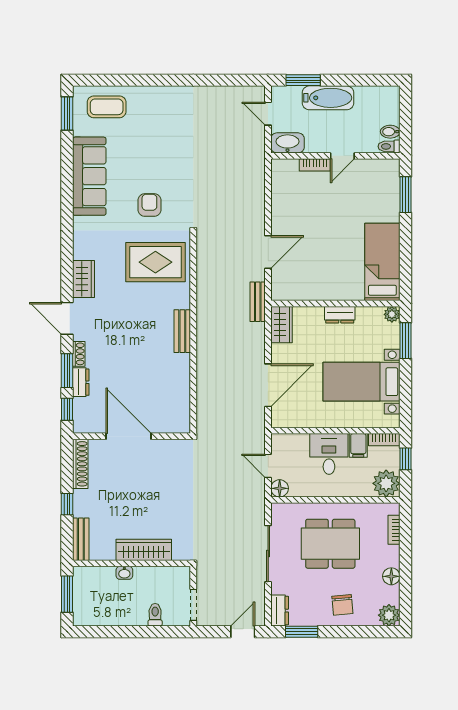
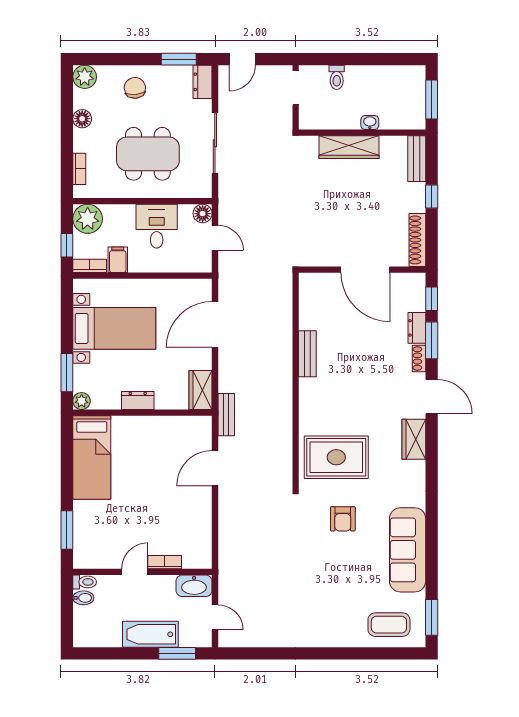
bench: (182, 331) -> (307, 354), moved
desk: (329, 454) -> (157, 226), moved, turned 180

